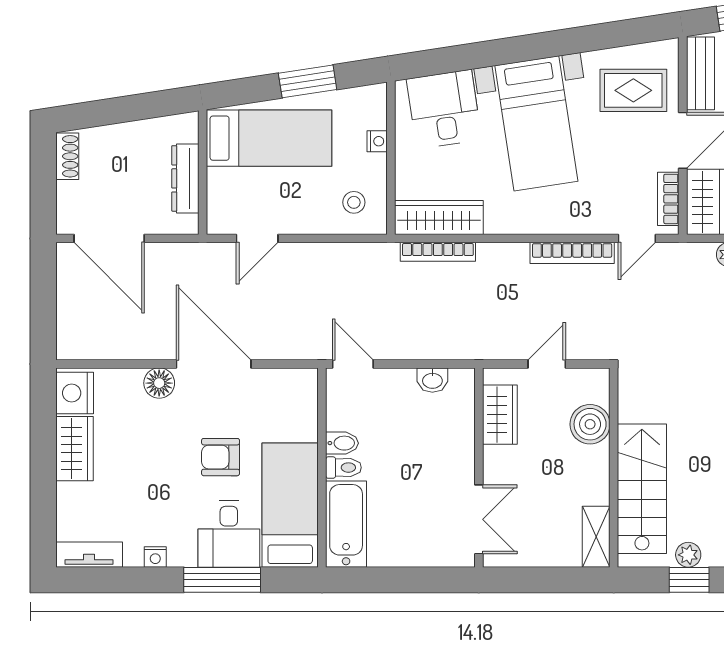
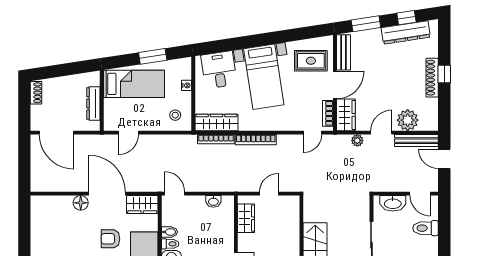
bookcase: (572, 253) -> (256, 140), moved
nightstand: (75, 393) -> (40, 208), removed
boiler: (590, 424) -> (290, 223), removed
wardrobe: (74, 449) -> (142, 204), moved, turned 90

